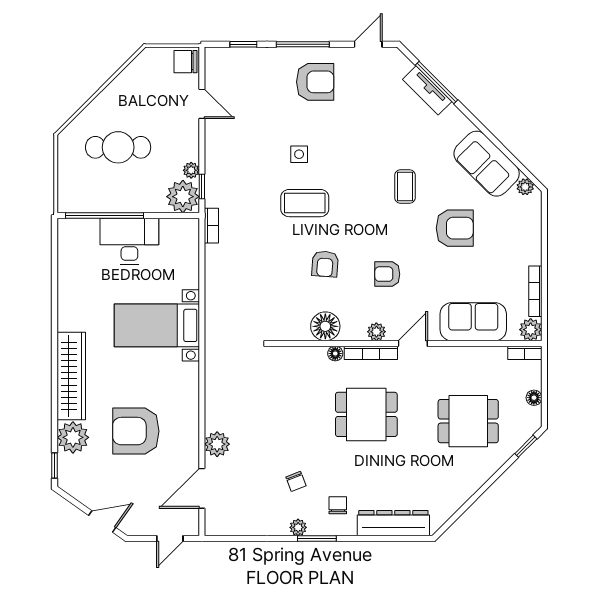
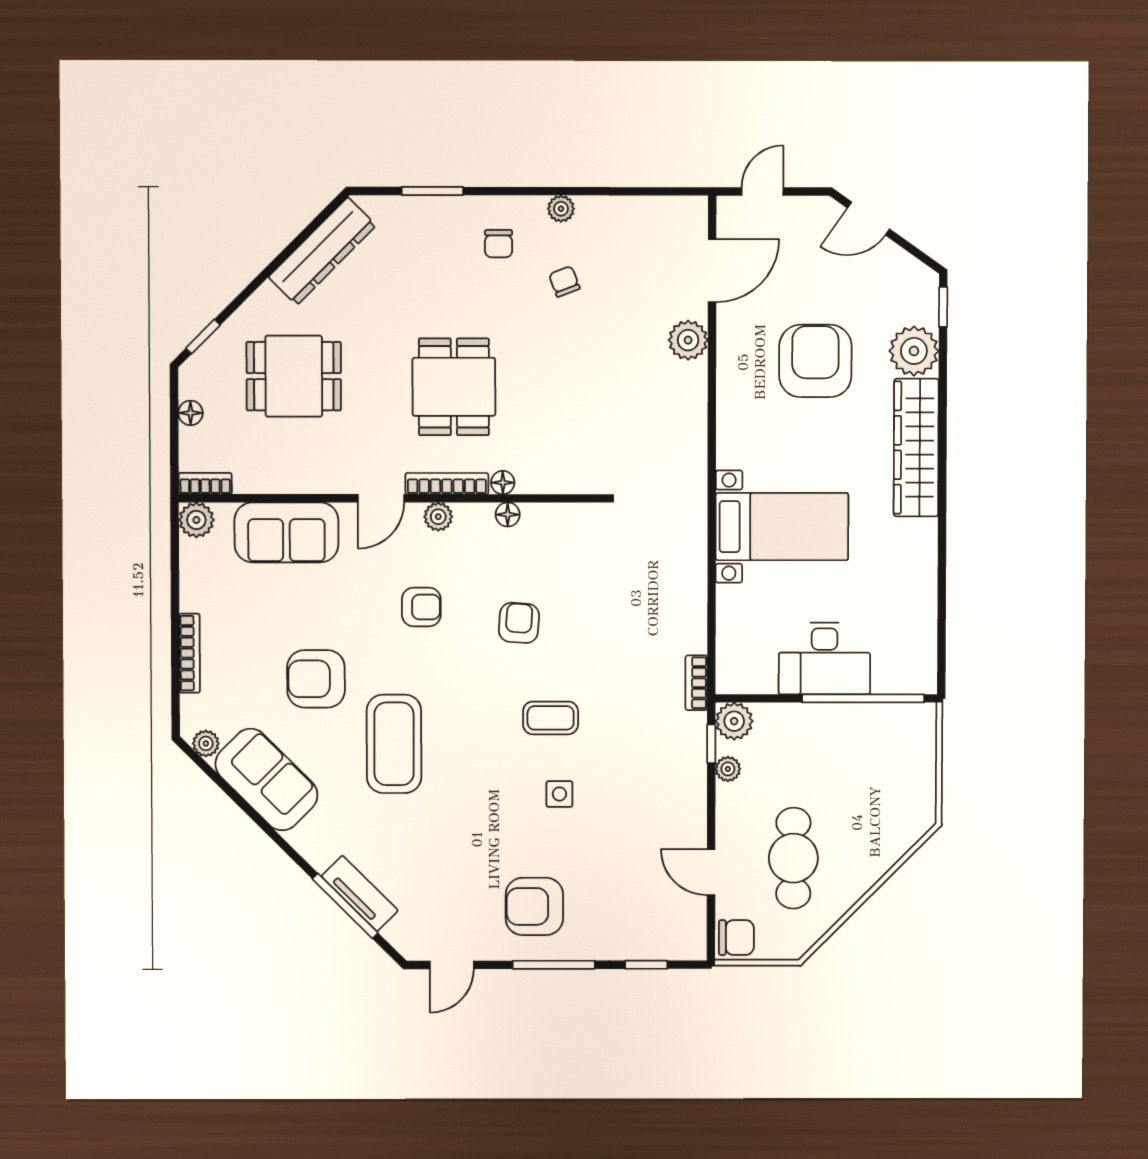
cafe table: (118, 147) -> (793, 858), moved, turned 90
coffee table: (405, 186) -> (394, 744), width x1.86, depth x1.72
plant: (183, 197) -> (734, 721), width x0.73, depth x0.73
coffee table: (305, 203) -> (551, 718), width x0.73, depth x0.77
bookcase: (535, 291) -> (190, 653), moved
floor lamp: (325, 326) -> (508, 515), width x0.53, depth x0.53
dining table: (366, 414) -> (454, 387), turned 90
armchair: (136, 431) -> (815, 361), turned -90
dresser: (393, 523) -> (322, 251), moved, turned -45
window: (317, 539) -> (432, 191), moved

